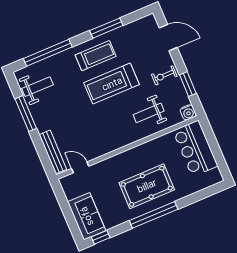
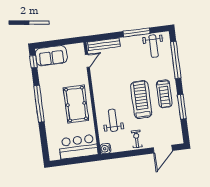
window: (188, 84) -> (126, 154), removed
pool table: (147, 186) -> (76, 104), moved

